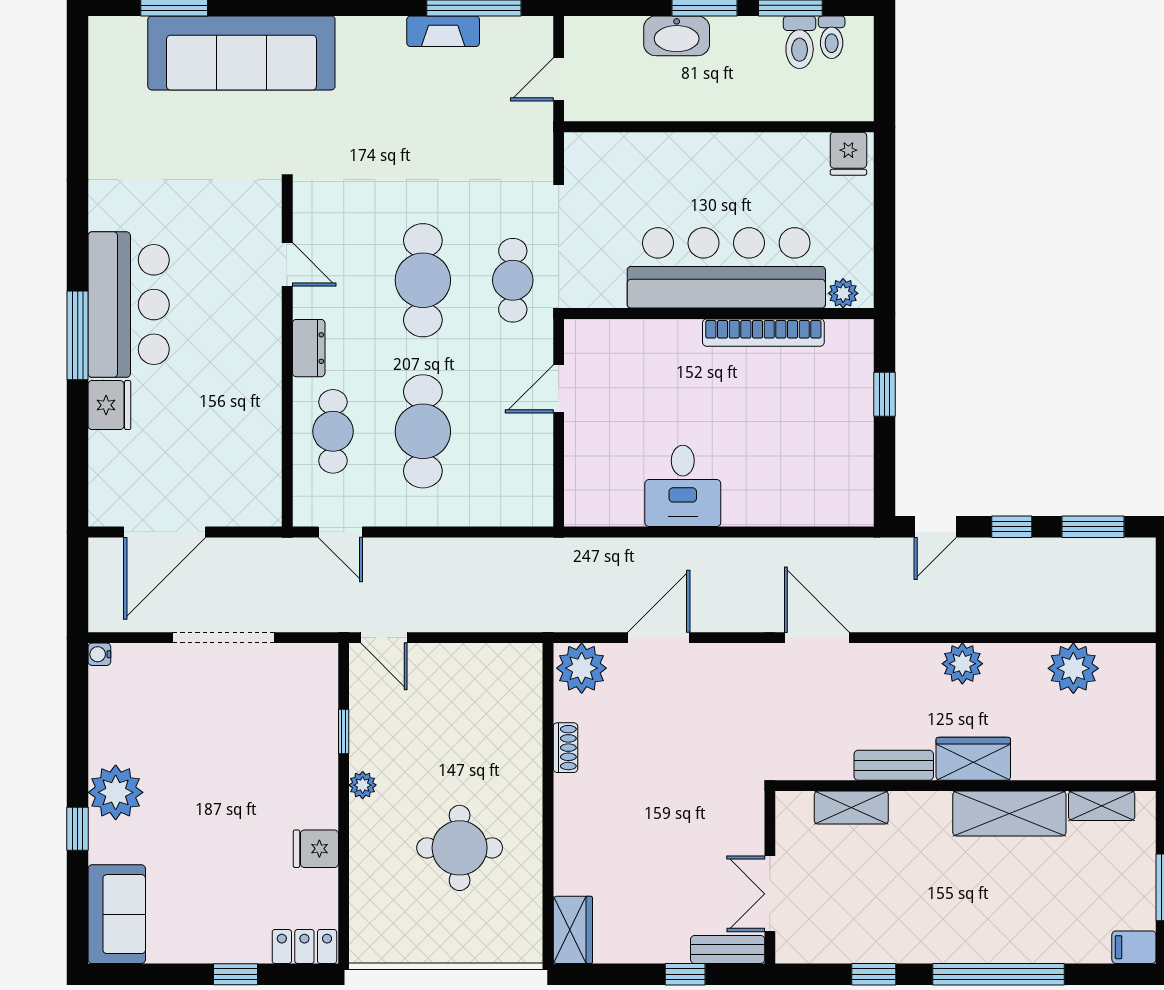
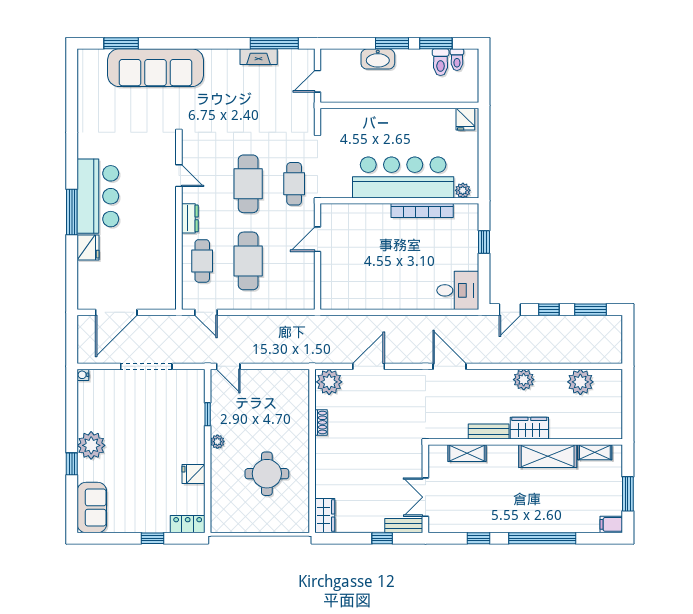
desk: (683, 486) -> (458, 290), moved, turned -90

